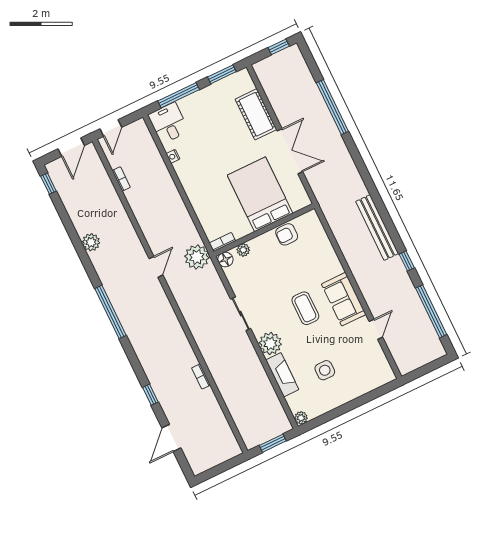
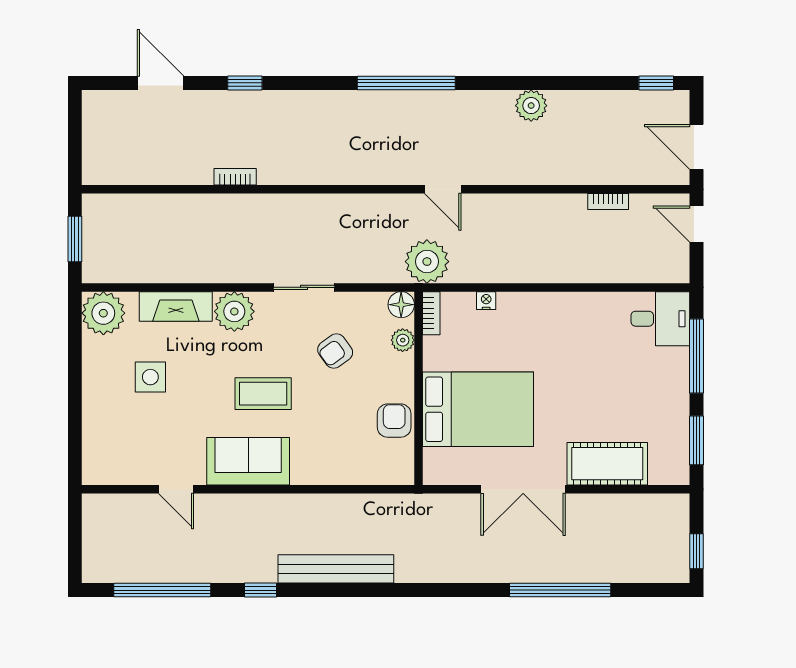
nightstand: (173, 156) -> (486, 301), moved
armchair: (266, 282) -> (335, 351), added
plant: (301, 418) -> (103, 313), width x1.87, depth x1.87

